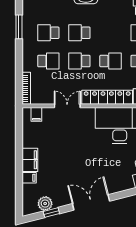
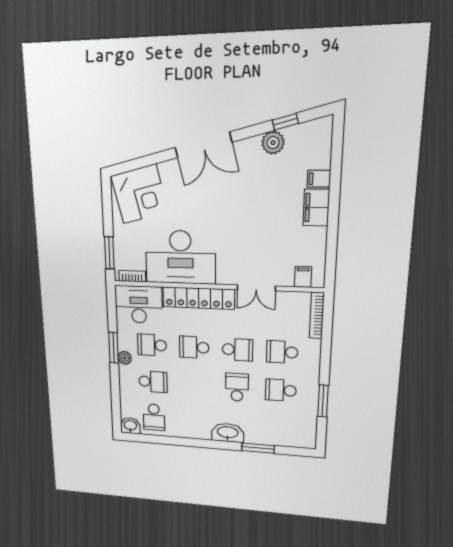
school desk: (48, 33) -> (281, 390), turned 180
school desk: (79, 33) -> (237, 387), turned -90
double door: (91, 202) -> (203, 145), moved
plant: (45, 204) -> (273, 143), moved

